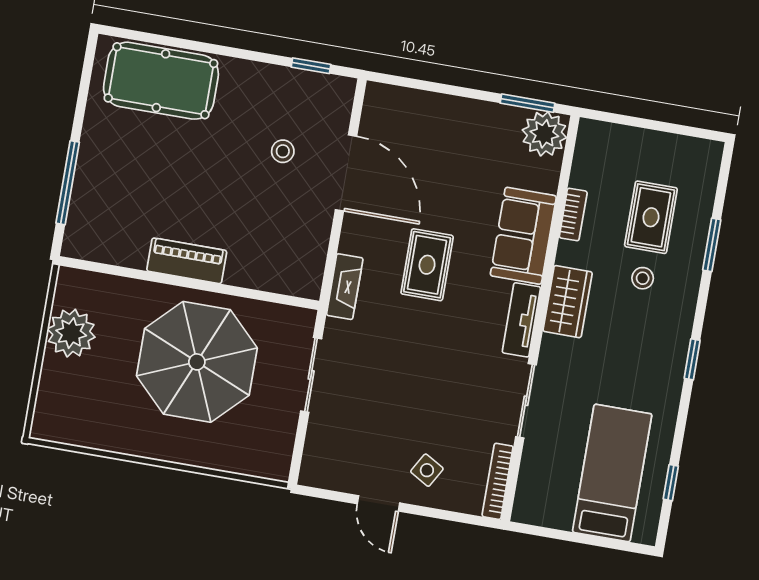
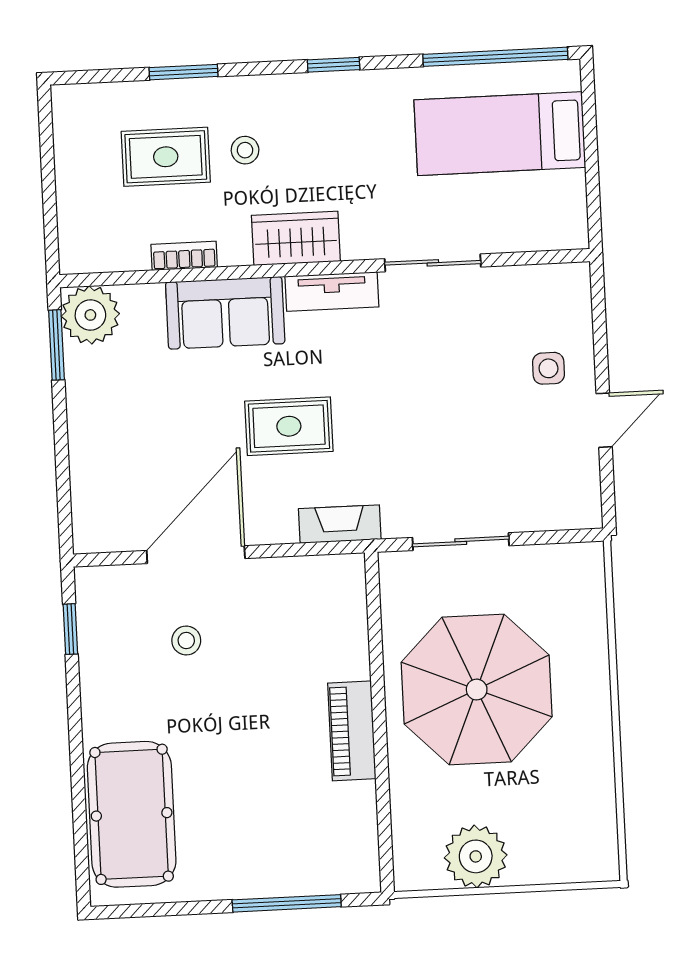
side table: (427, 470) -> (548, 368), turned -30
bookcase: (498, 481) -> (543, 276), removed
window: (671, 483) -> (495, 57), width x3.17

